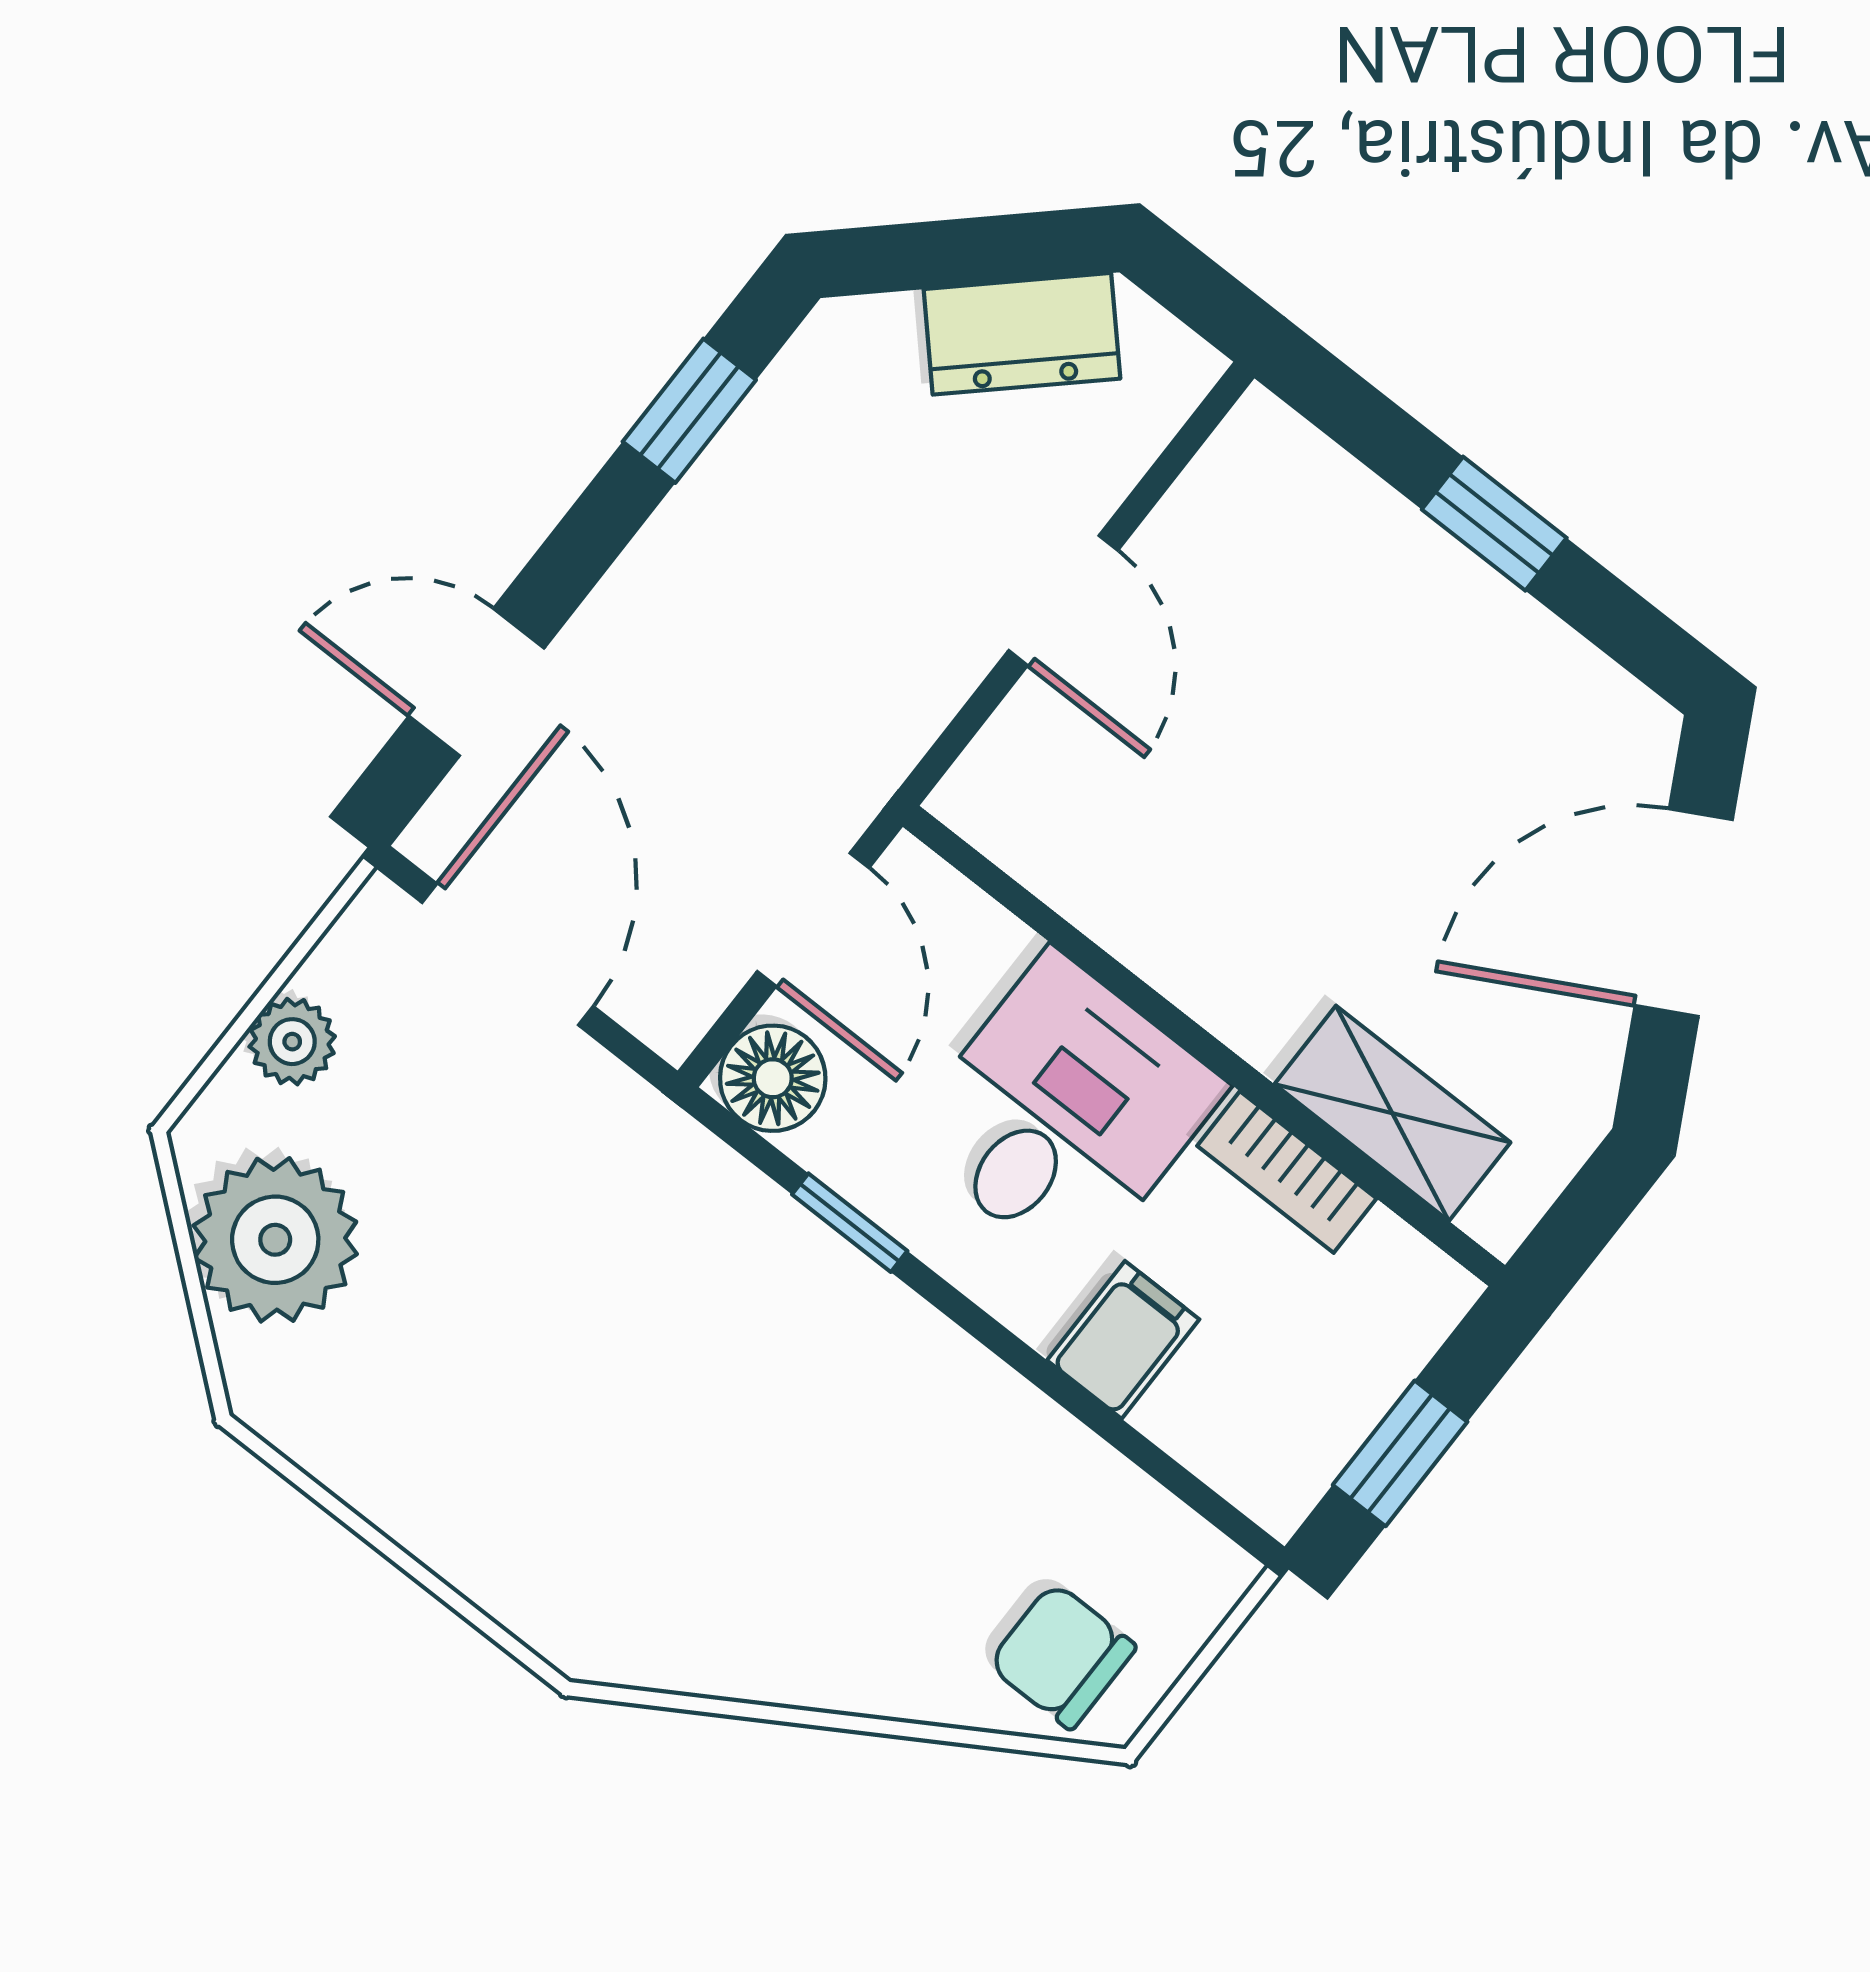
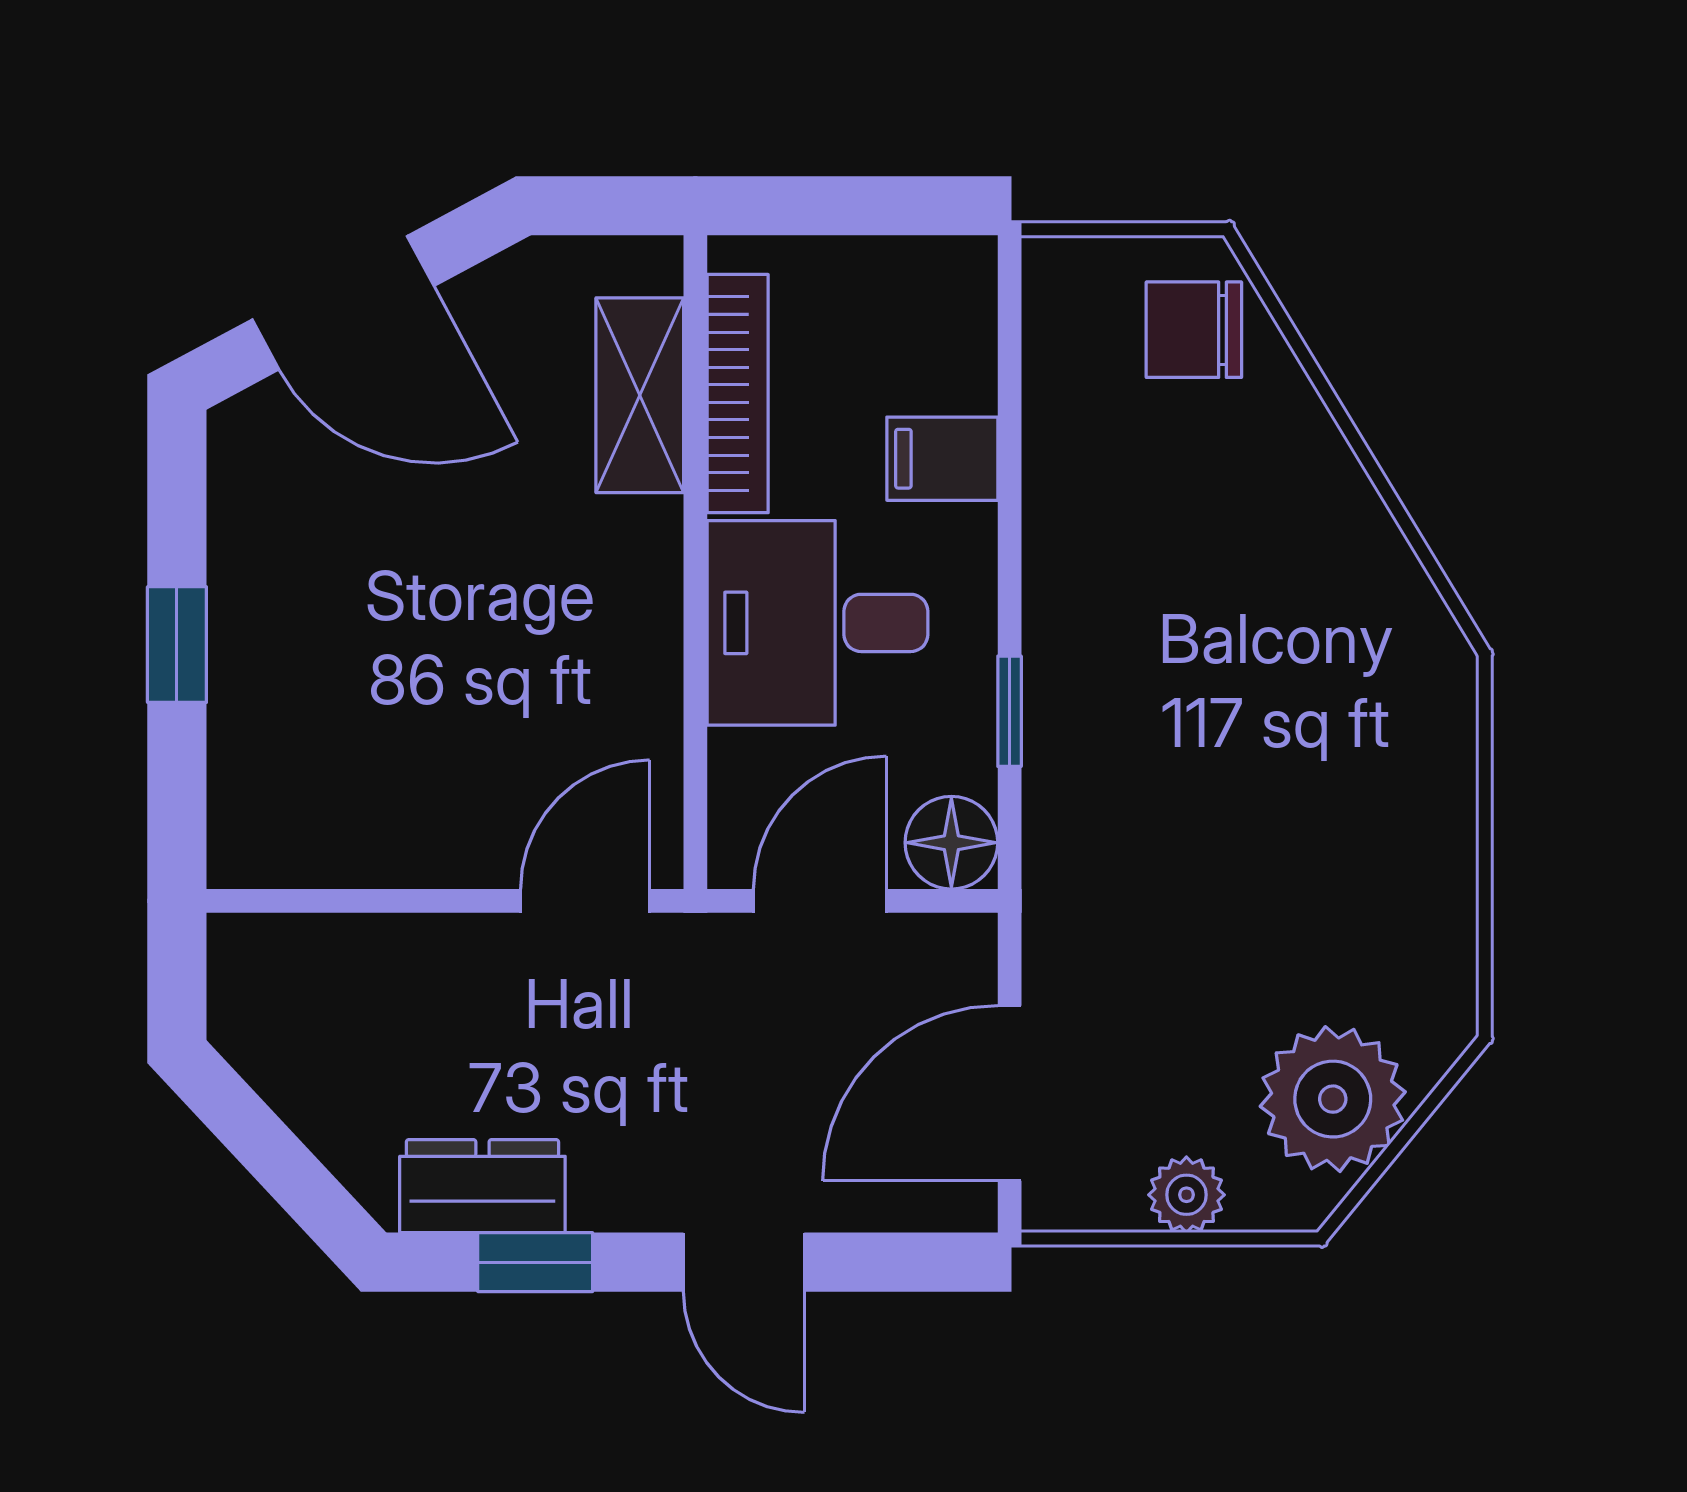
dresser: (1022, 334) -> (482, 1186), moved, turned -47
door: (1063, 600) -> (585, 901), moved
door: (477, 682) -> (744, 1262), moved
bookcase: (1287, 1172) -> (738, 394), width x1.56
window: (1400, 1453) -> (871, 206), removed
chair: (1062, 1656) -> (1194, 330), turned 90

